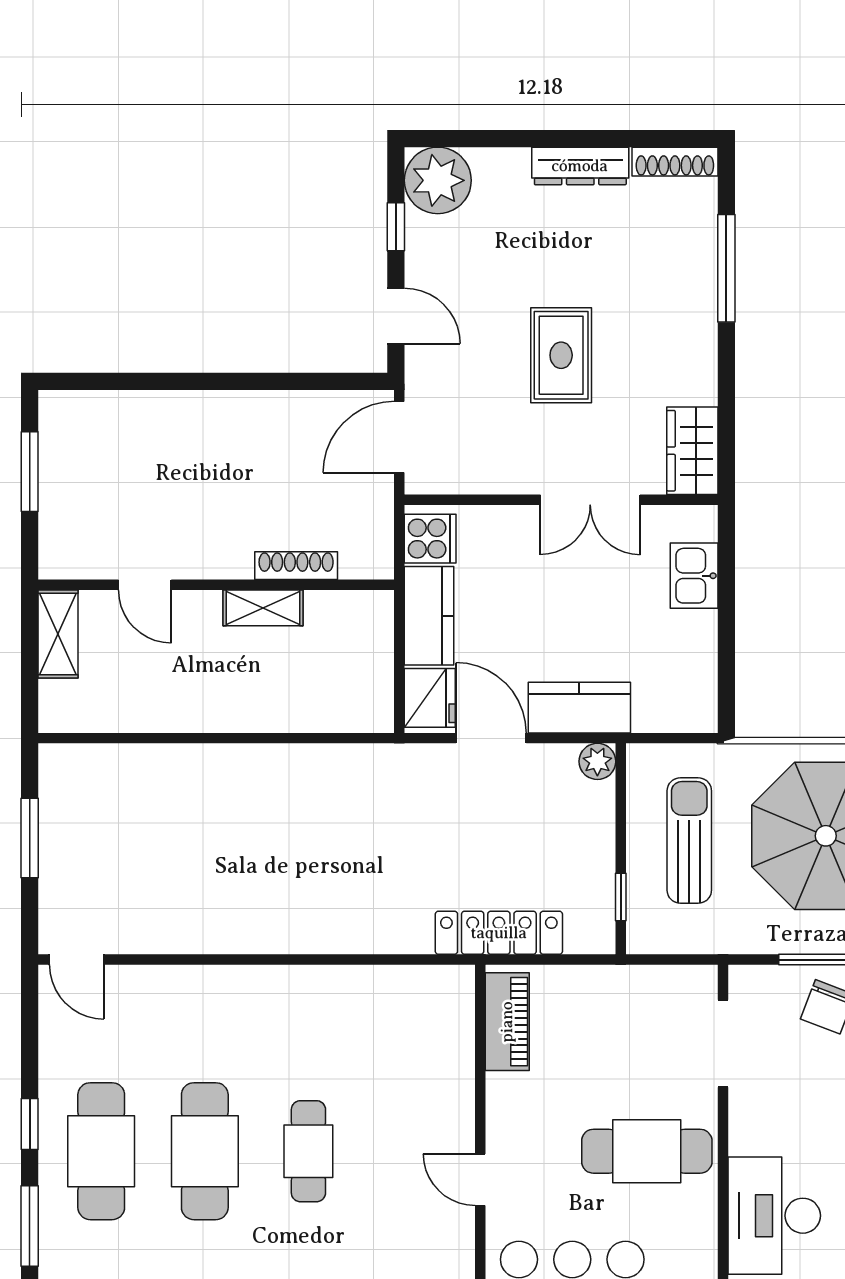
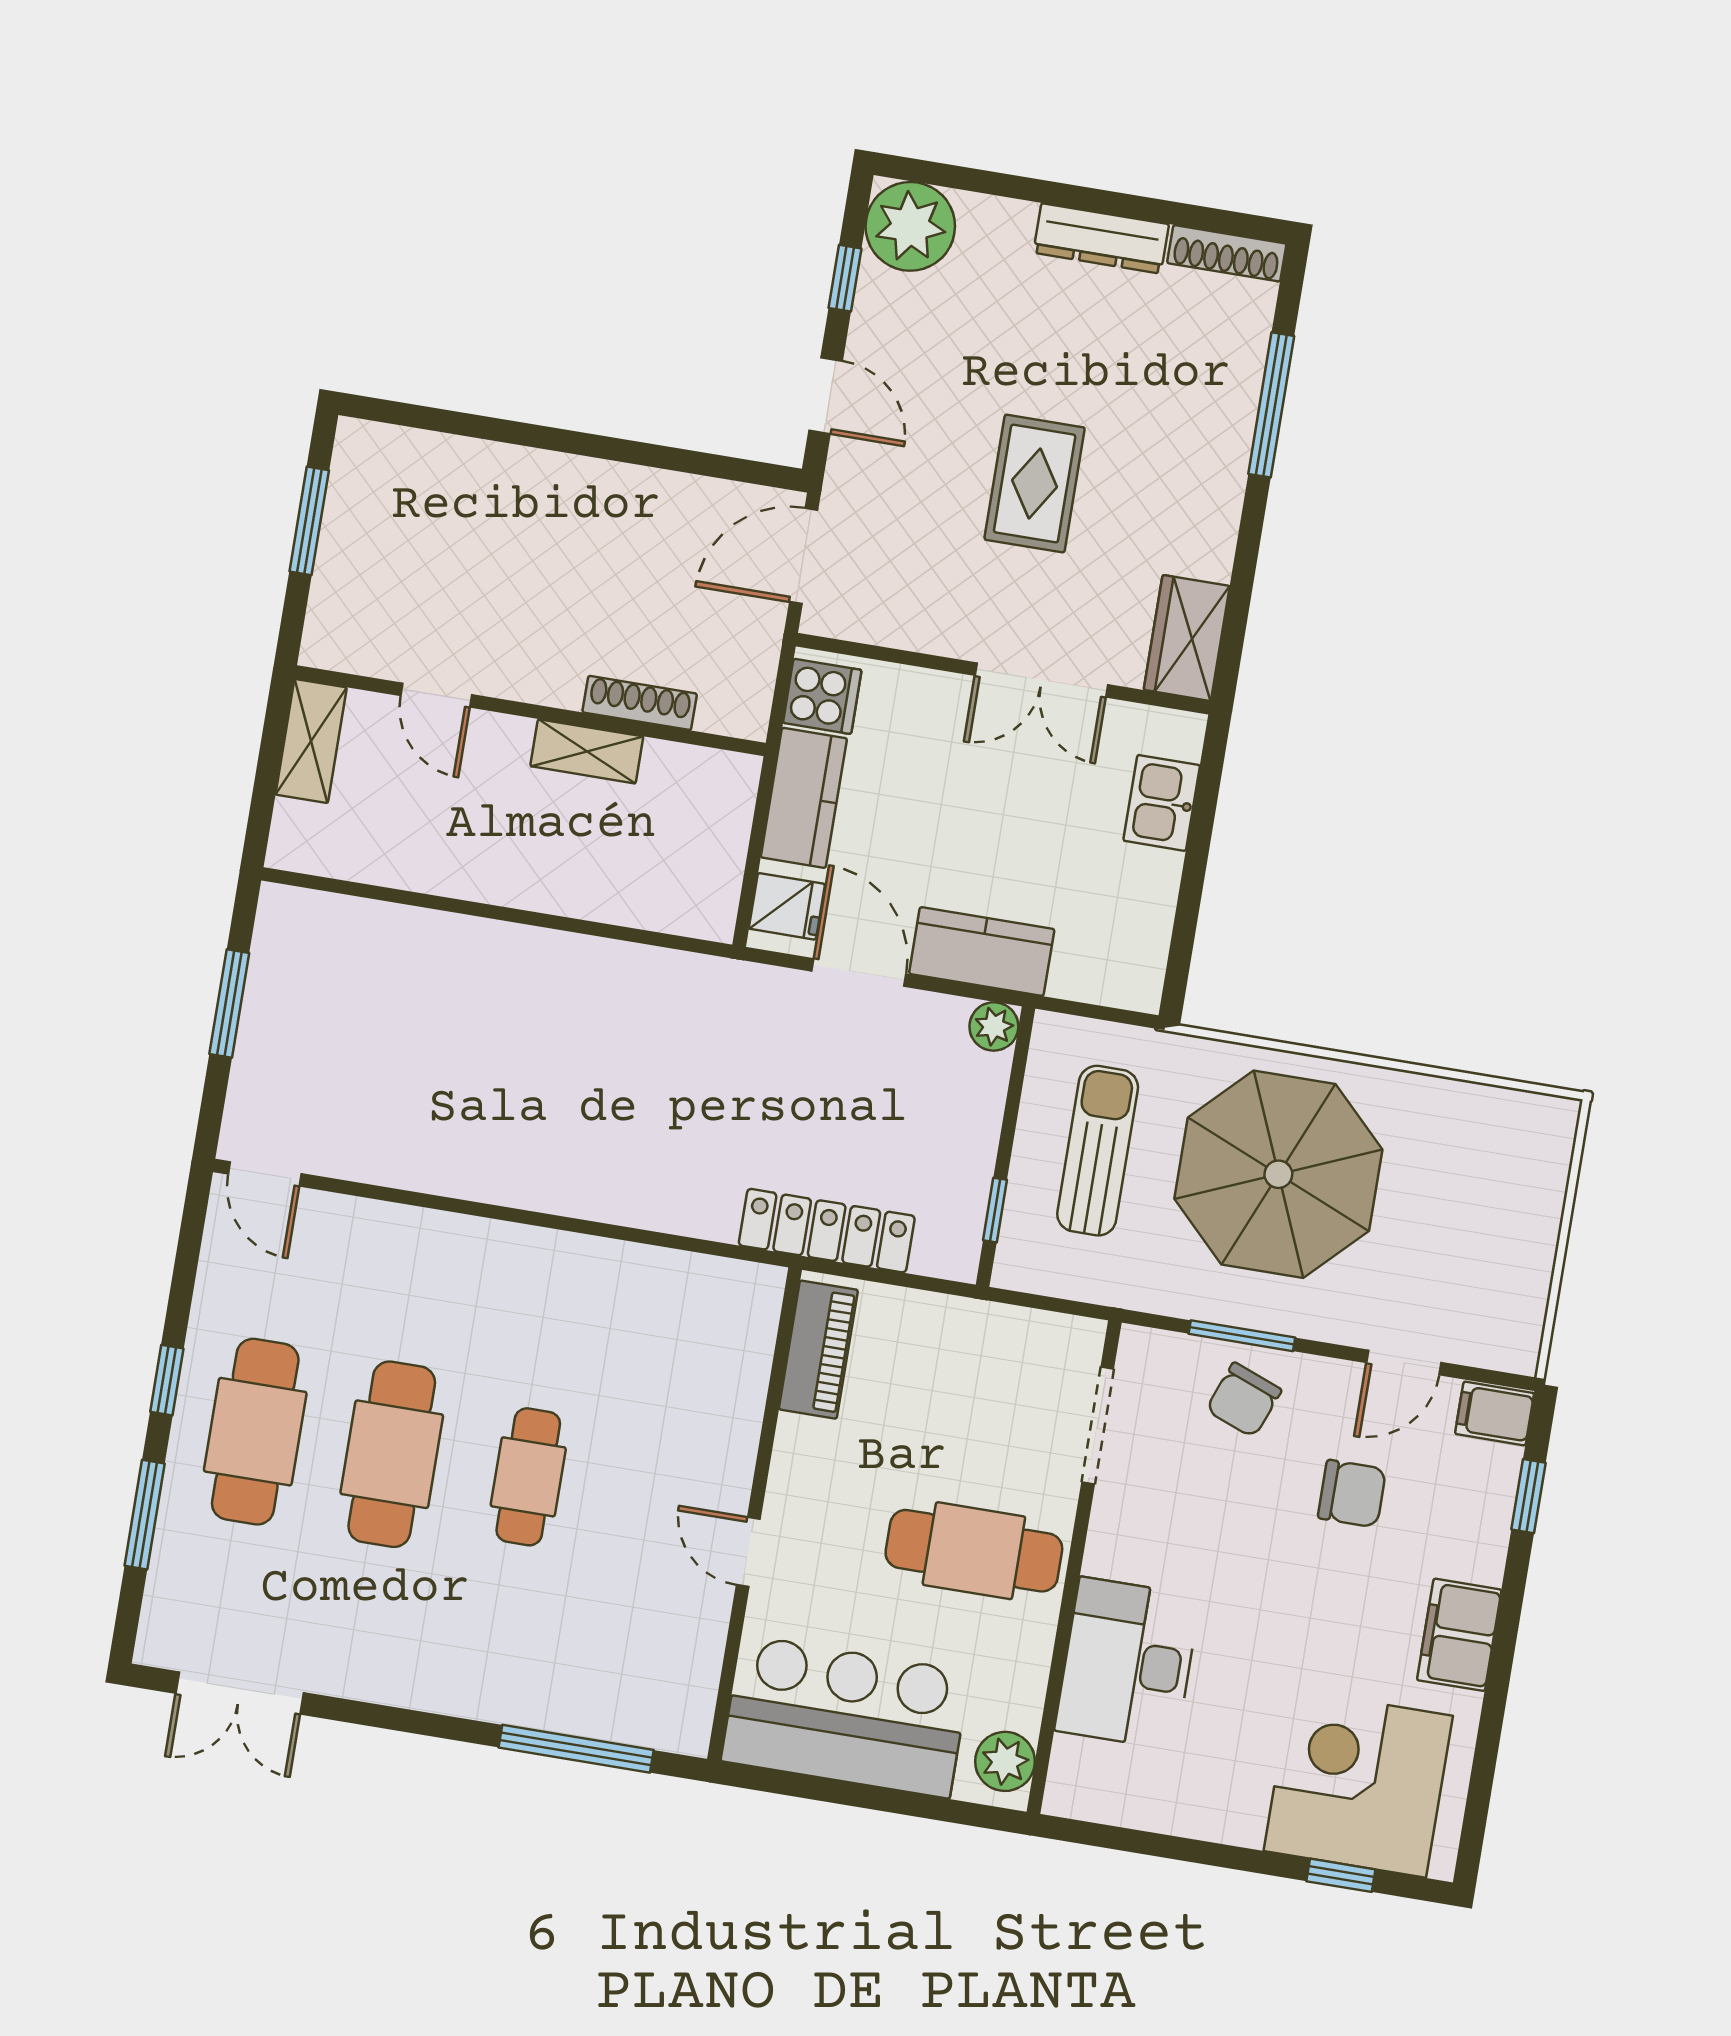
fridge: (430, 698) -> (787, 906), width x0.72

